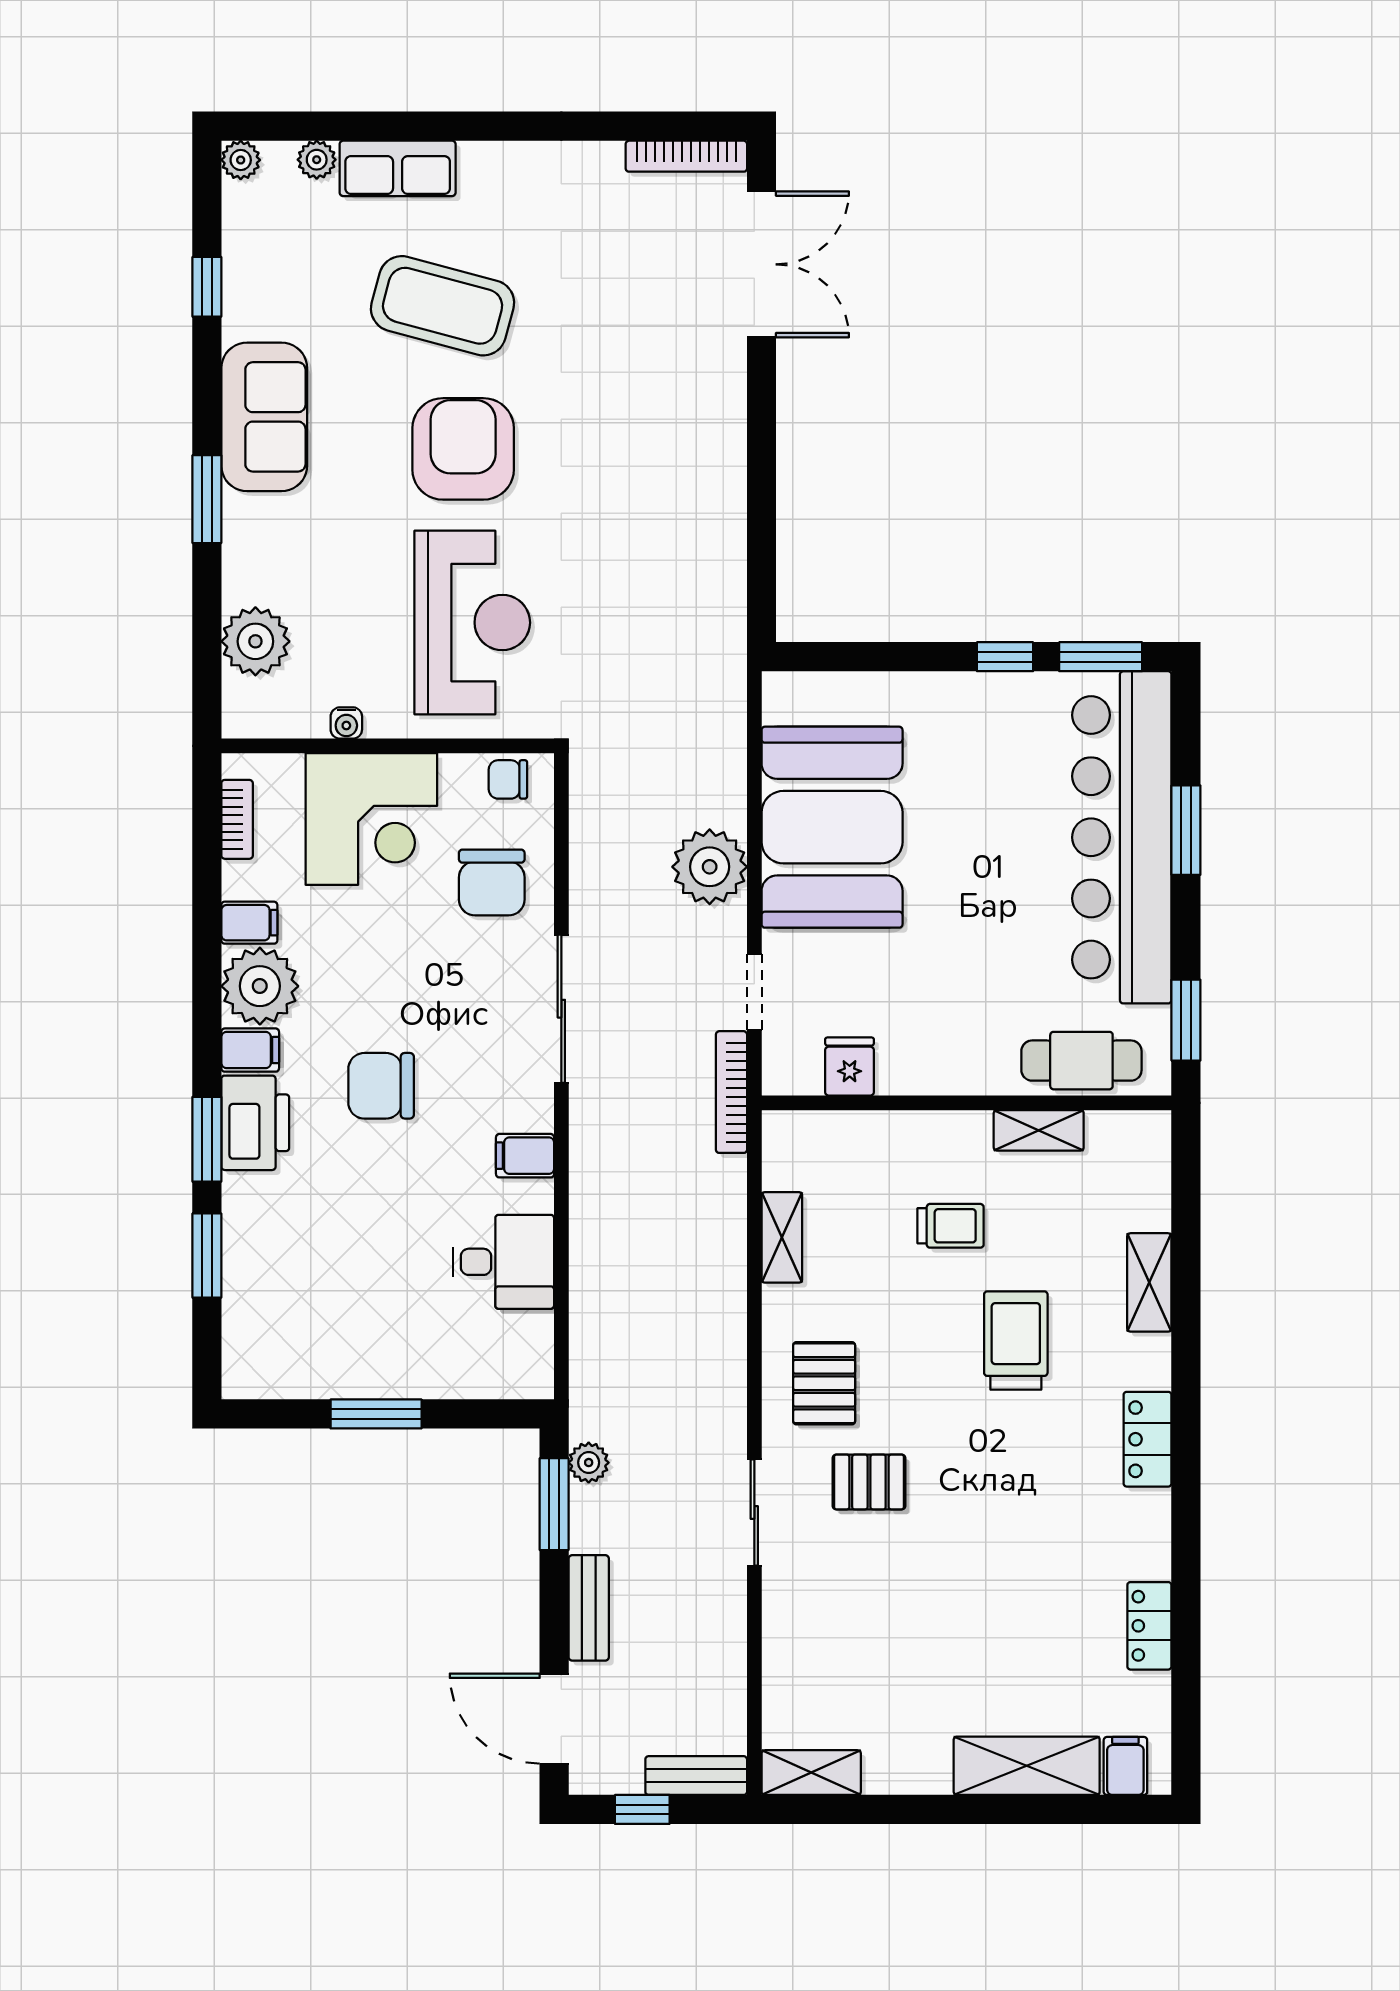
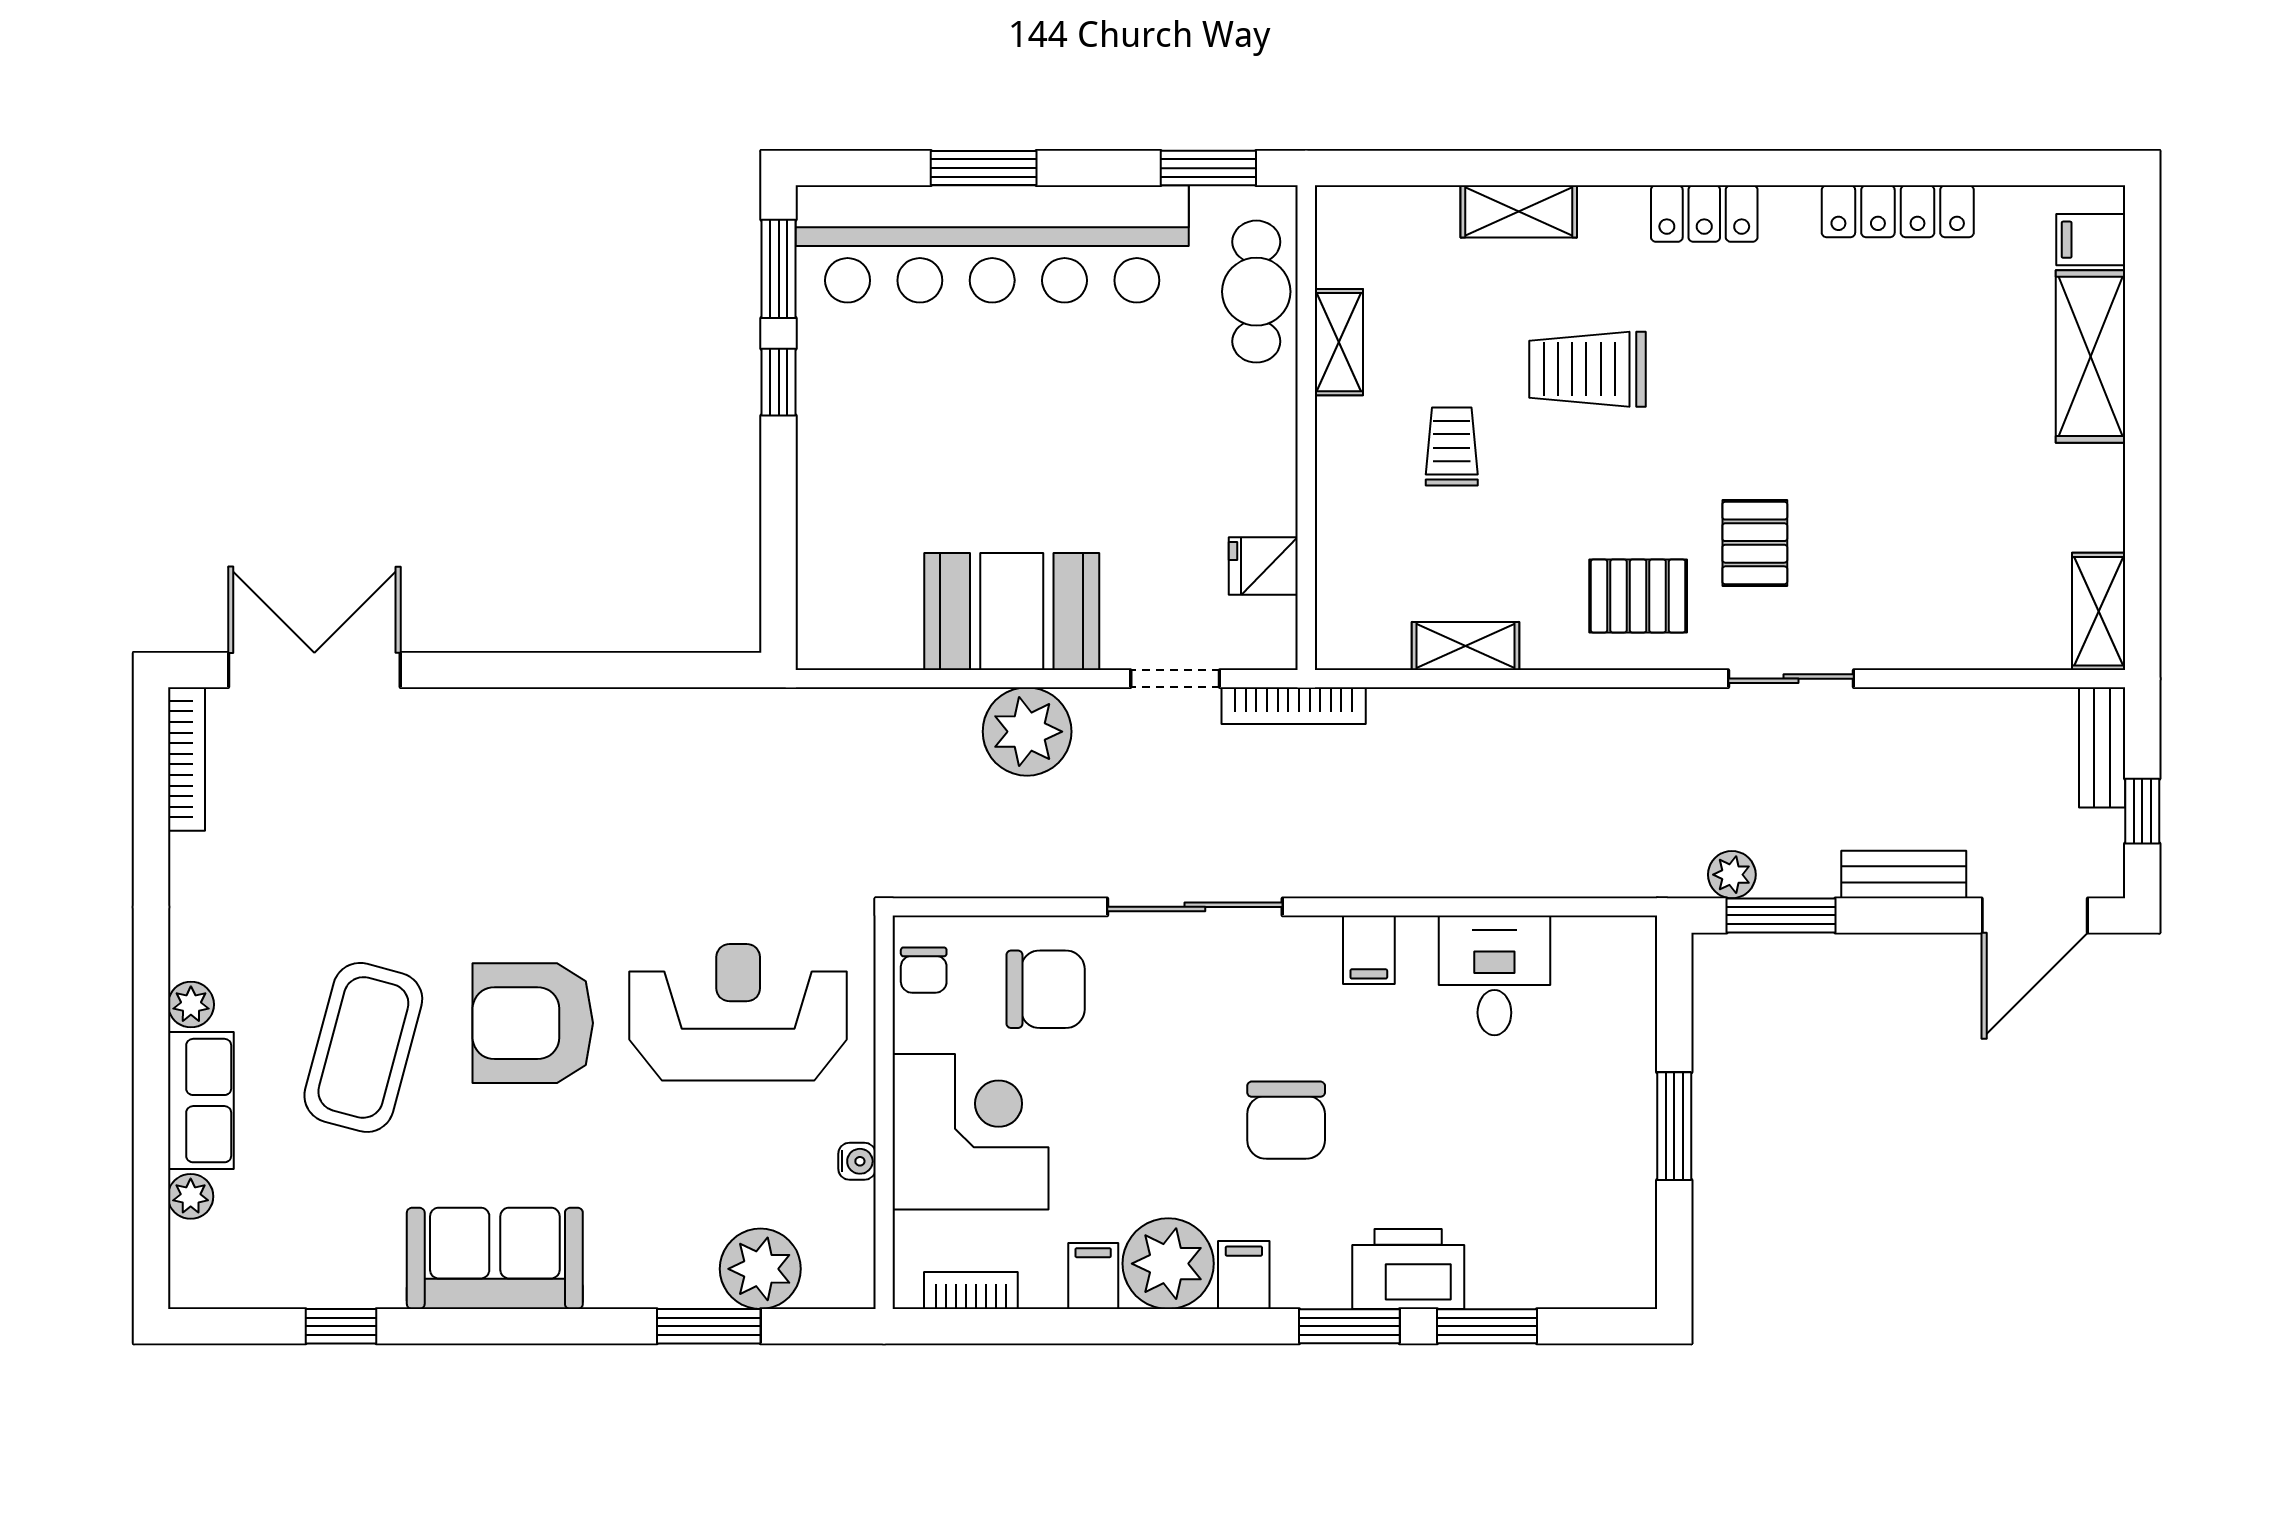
plant: (241, 160) -> (191, 1005), moved
window: (207, 499) -> (709, 1326), moved
booth: (832, 827) -> (1012, 612), width x0.73, depth x0.70
printer: (255, 1123) -> (1408, 1269), moved
locker: (1149, 1626) -> (1898, 211), width x1.53

